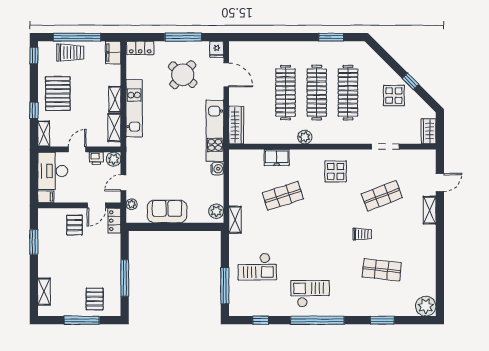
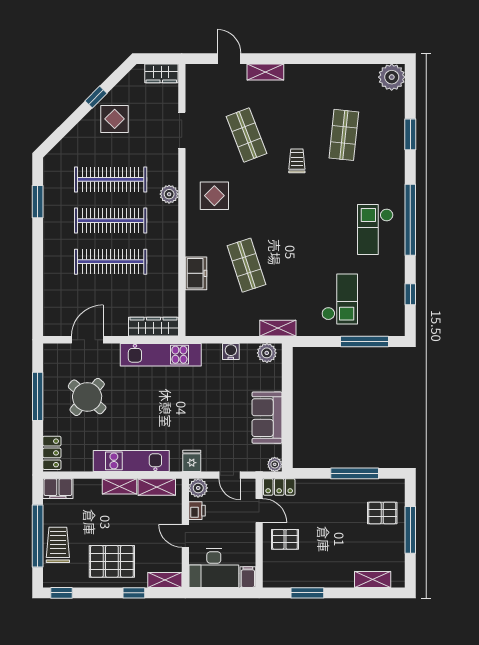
fridge: (217, 49) -> (192, 461), moved, turned -90
plant: (305, 137) -> (169, 194), moved
water cooler: (217, 169) -> (231, 351), moved
plant: (132, 204) -> (275, 464), moved

